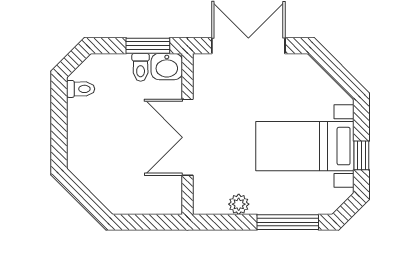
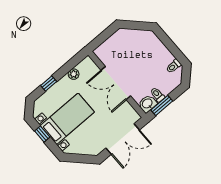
double door: (187, 137) -> (116, 83), swing flipped
window: (288, 222) -> (49, 83), width x0.46

